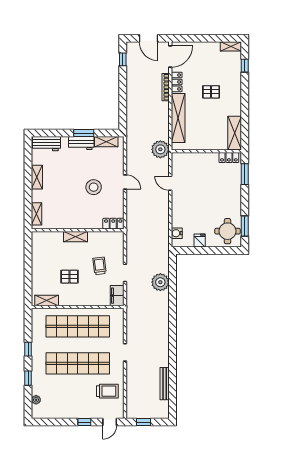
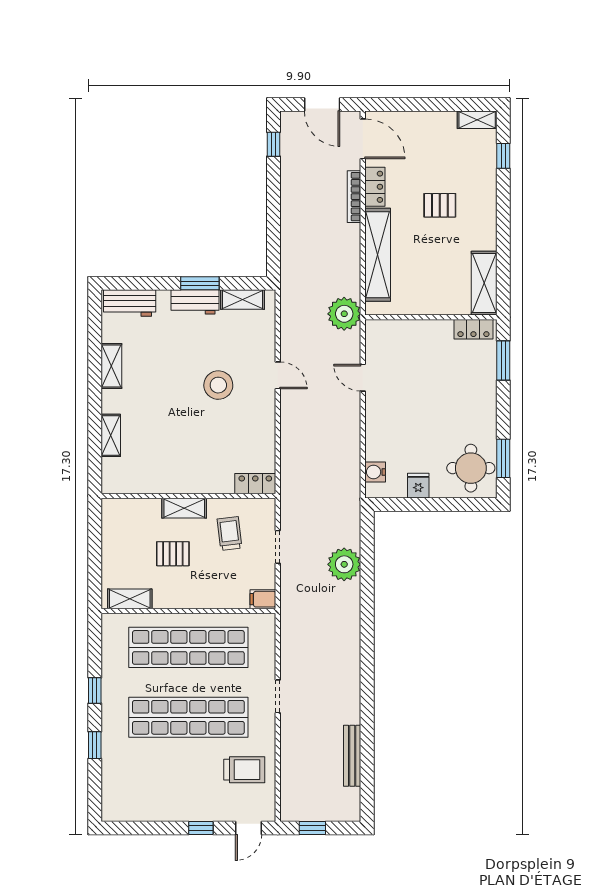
door: (170, 57) -> (363, 139), hinge flipped
locker: (113, 224) -> (255, 484), moved
wall: (78, 230) -> (188, 496), moved
shelving: (76, 237) -> (184, 508), moved
filing cabinet: (117, 296) -> (263, 599), width x0.50
plant: (36, 400) -> (110, 786), removed

